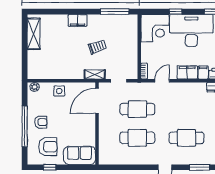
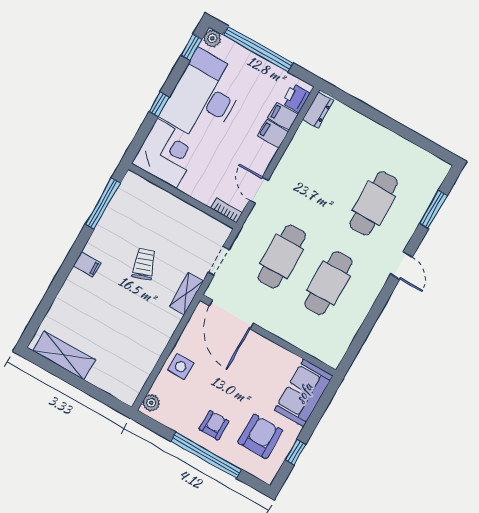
filing cabinet: (78, 20) -> (87, 264), width x0.50
filing cabinet: (187, 72) -> (273, 134), width x0.50

